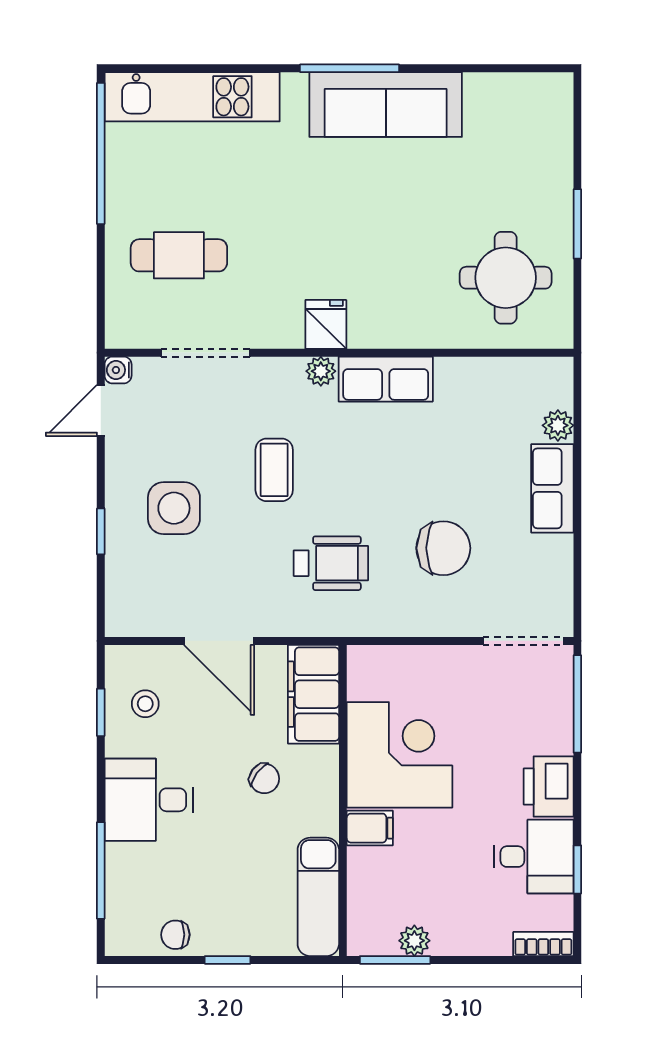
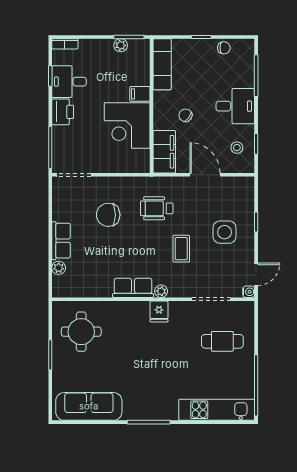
sofa: (386, 105) -> (89, 406), moved

